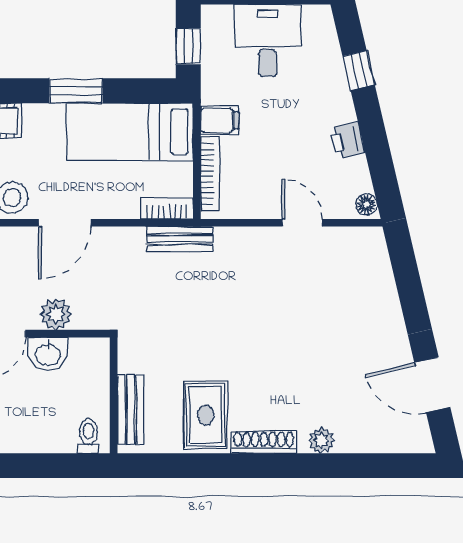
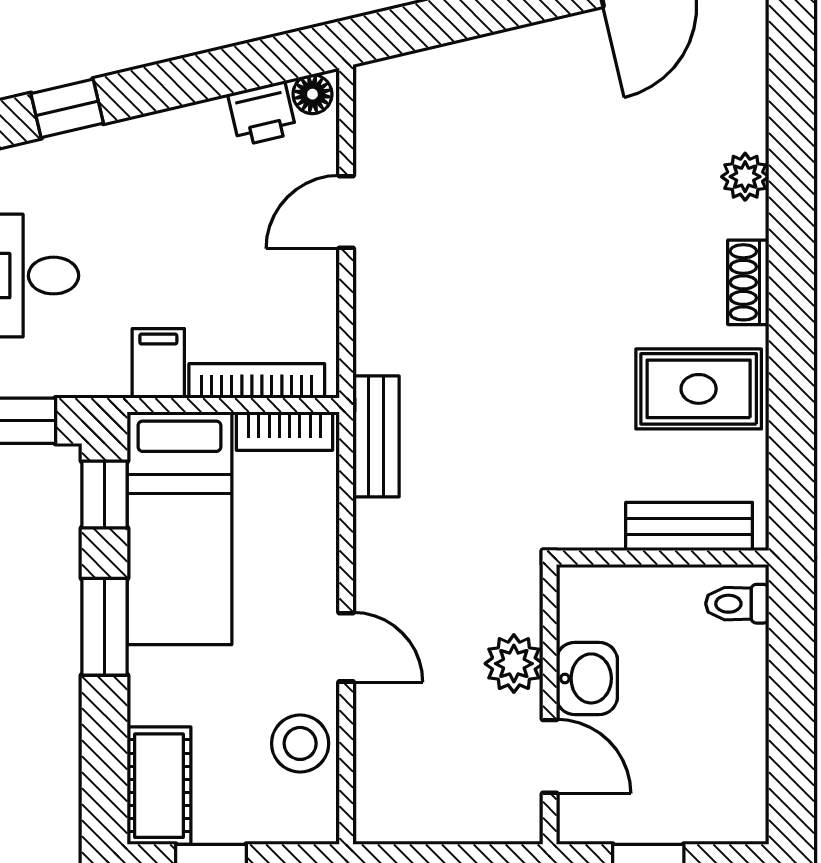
window: (148, 91) -> (104, 494), added
printer: (347, 141) -> (262, 113), moved
bookcase: (167, 209) -> (285, 431), moved, turned -90
door: (65, 223) -> (346, 647), width x0.73
shoe rack: (264, 442) -> (748, 282), width x0.70

